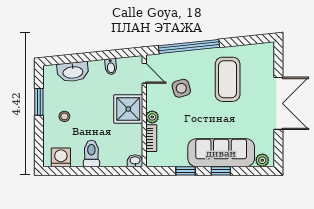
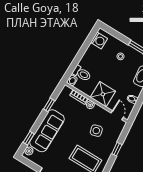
window: (189, 46) -> (117, 149), width x0.32
door: (144, 73) -> (117, 115), swing flipped
toilet: (91, 153) -> (82, 73), moved
window: (221, 171) -> (29, 138), moved

